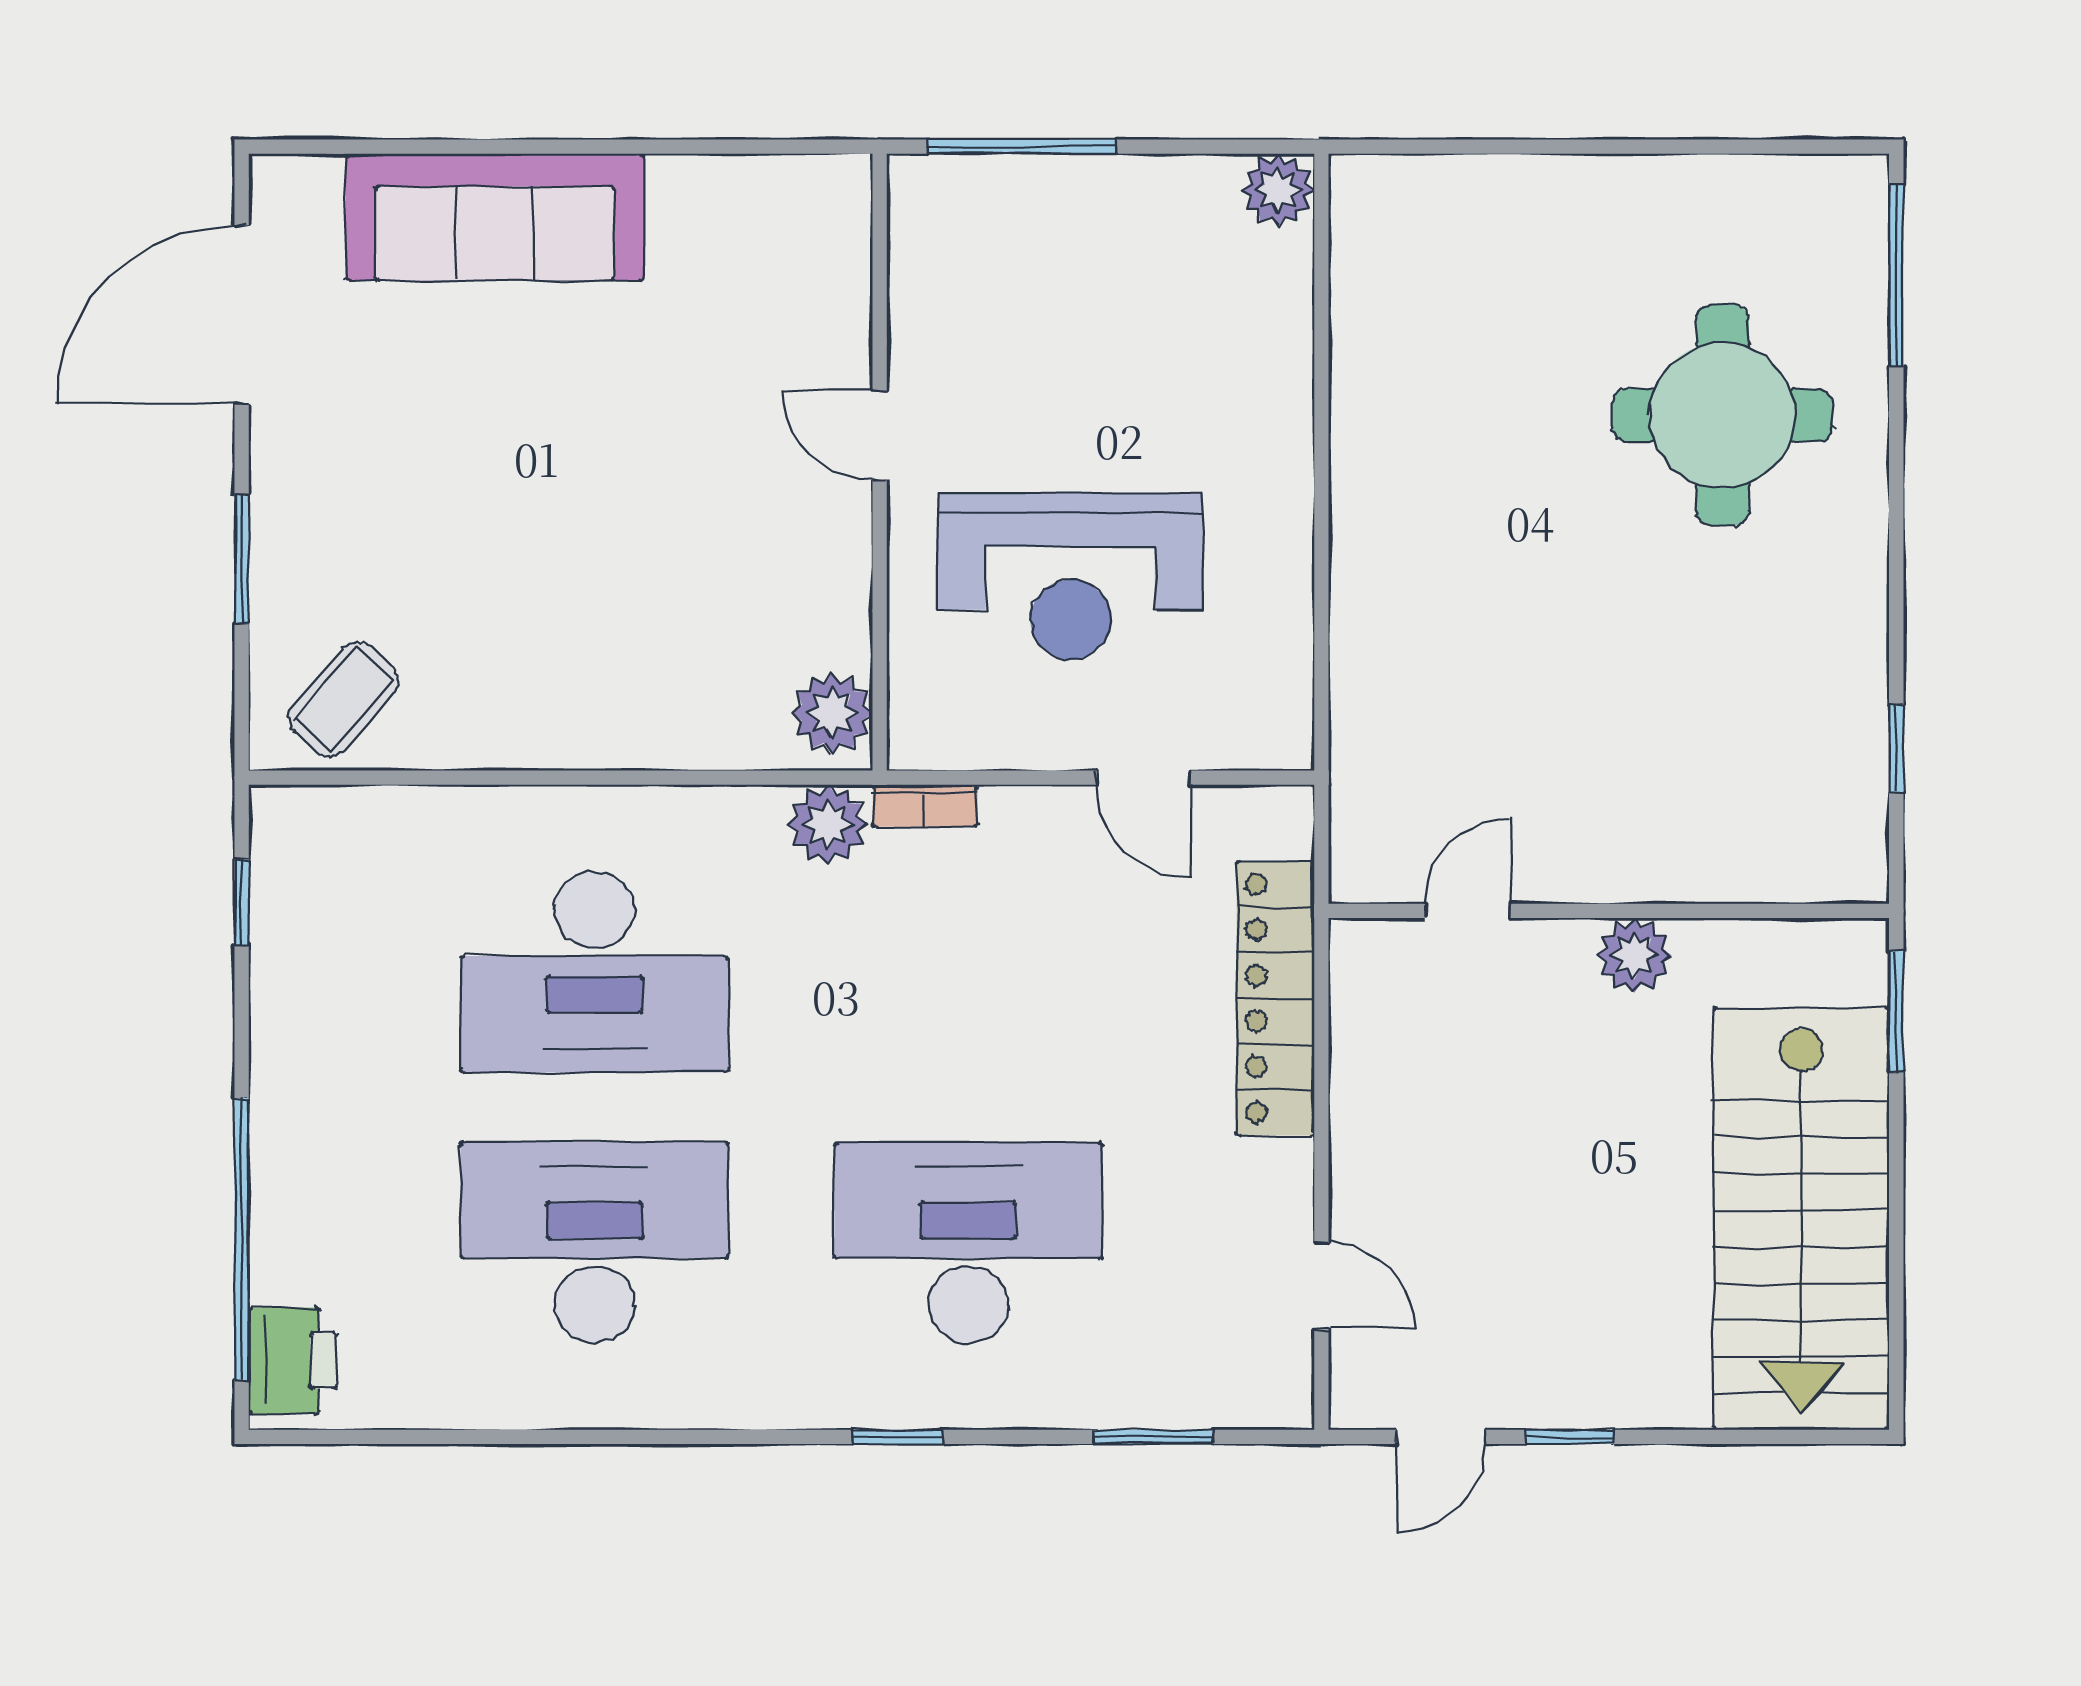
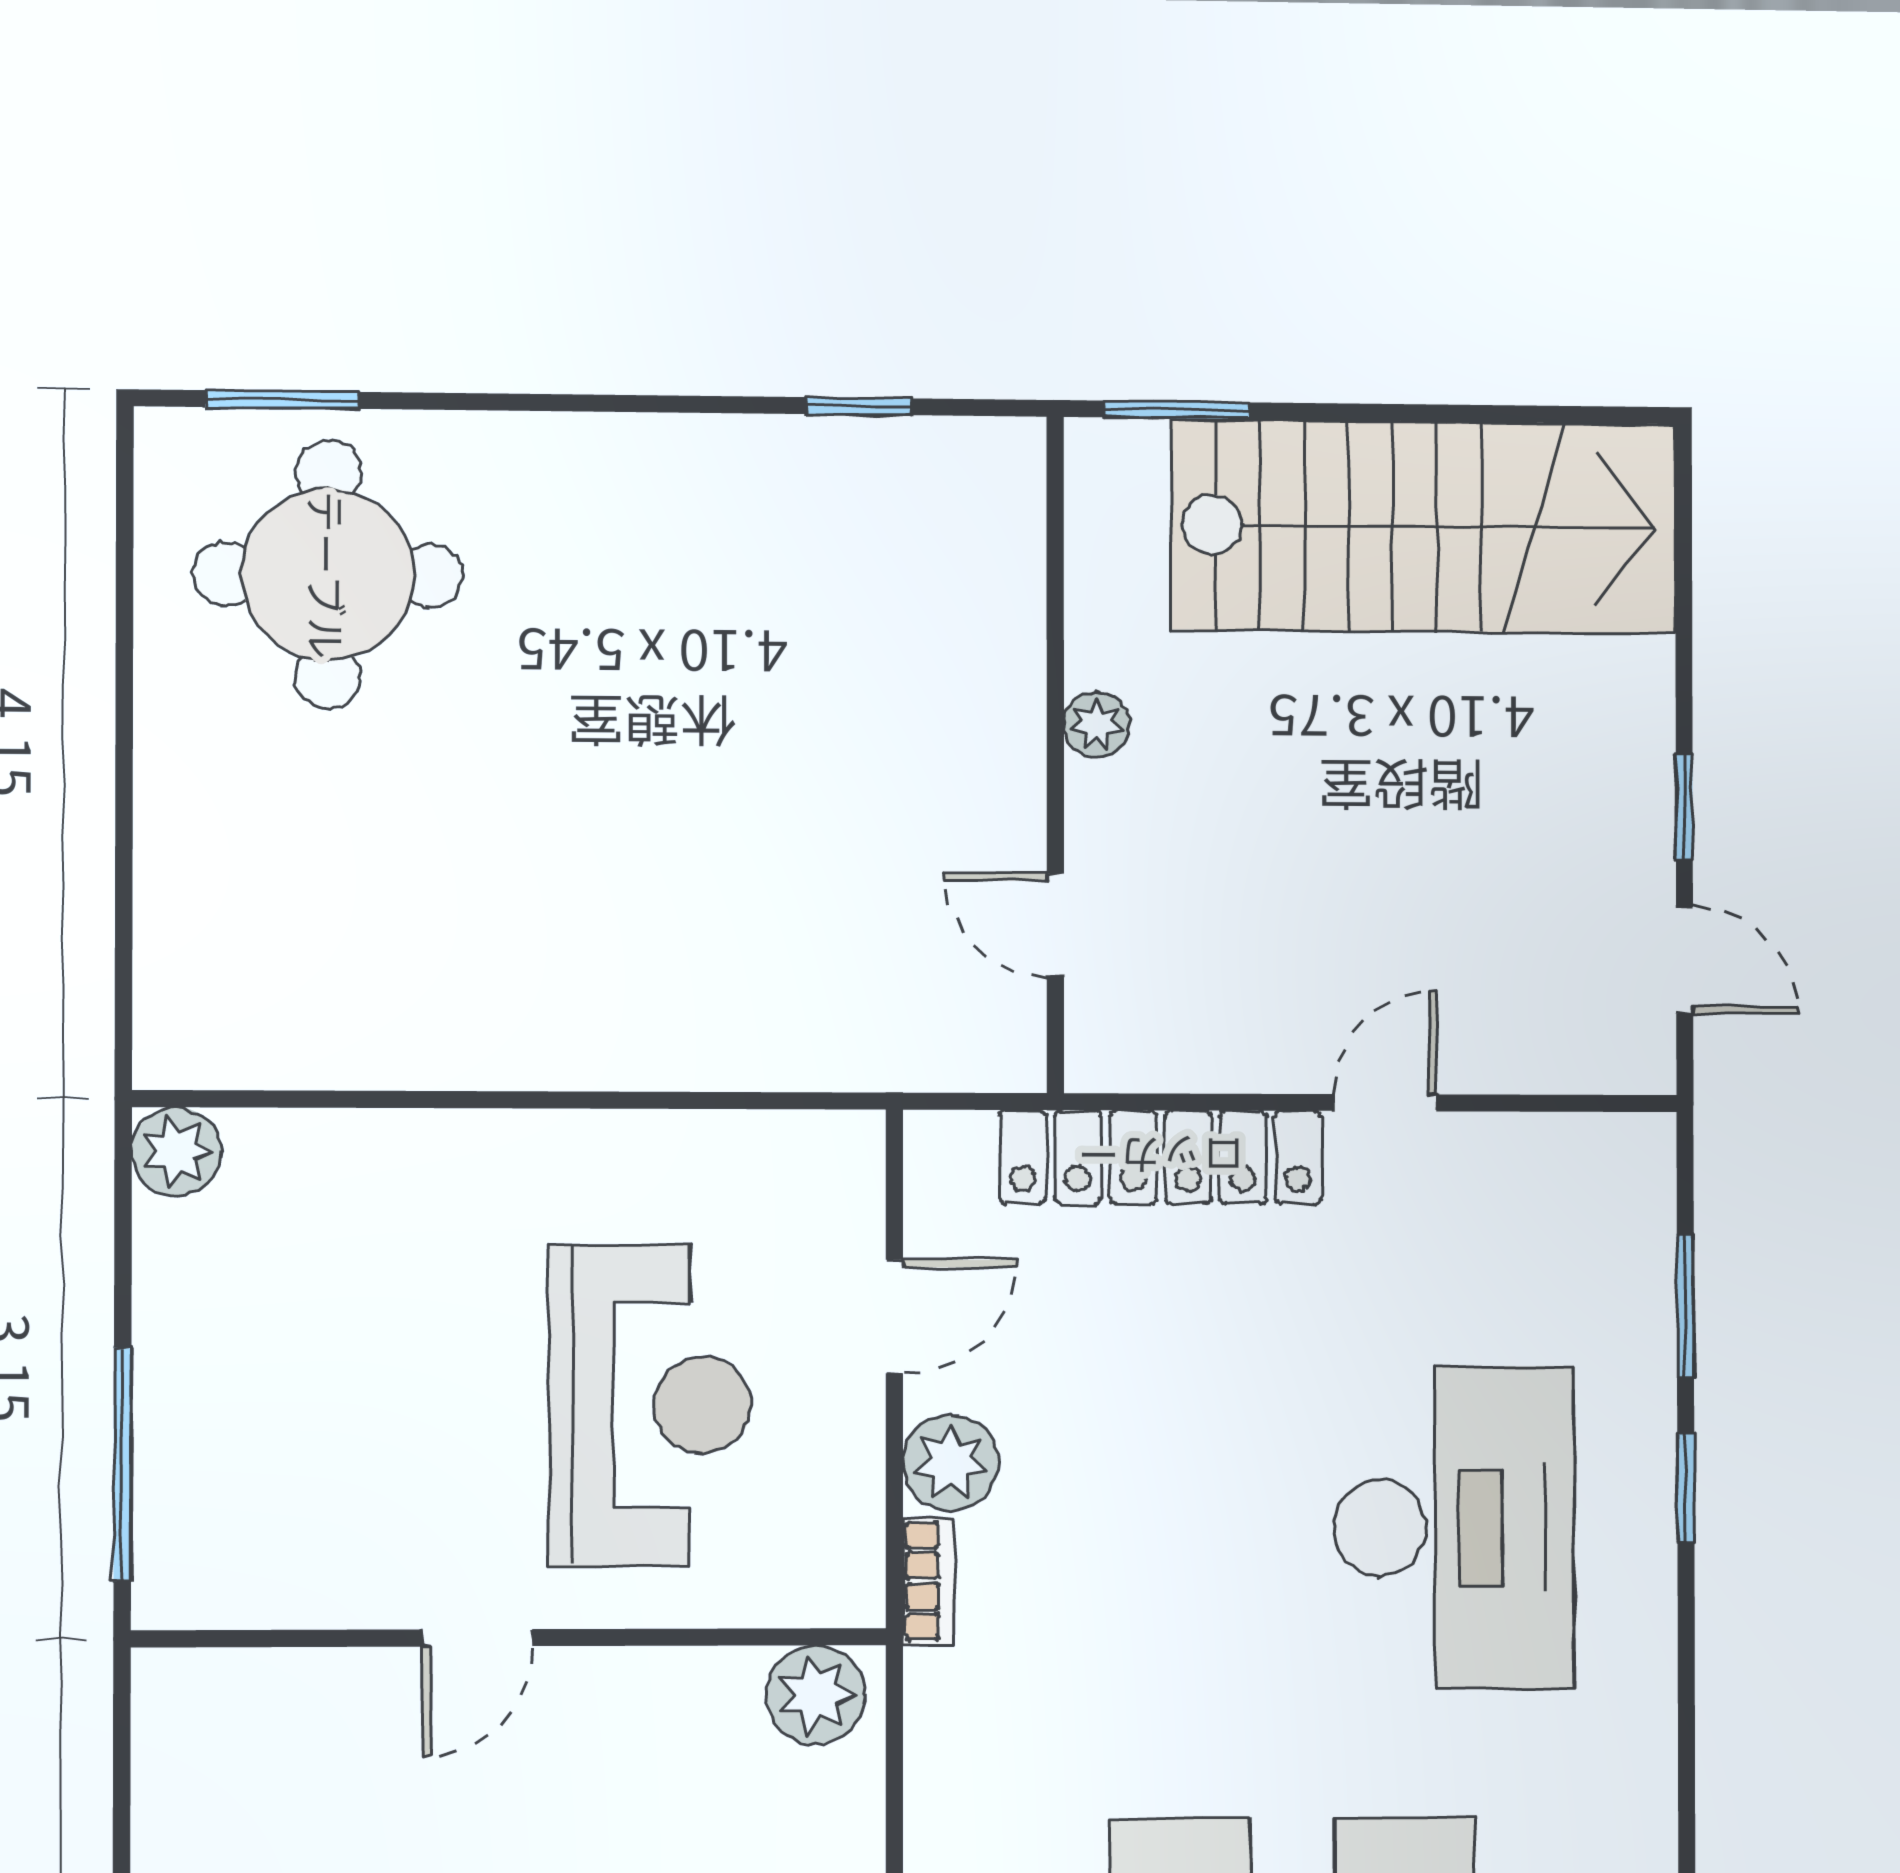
window: (1896, 275) -> (283, 400), width x0.69
round table: (1722, 415) -> (328, 575), moved
plant: (828, 824) -> (951, 1463), moved
plant: (1634, 955) -> (1096, 724), width x0.73, depth x0.73
desk: (968, 1242) -> (1454, 1528), turned 180
door: (1321, 1286) -> (1385, 1103), moved
window: (897, 1437) -> (1686, 1488), moved

